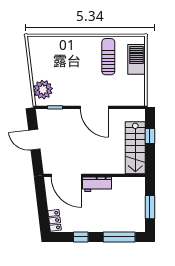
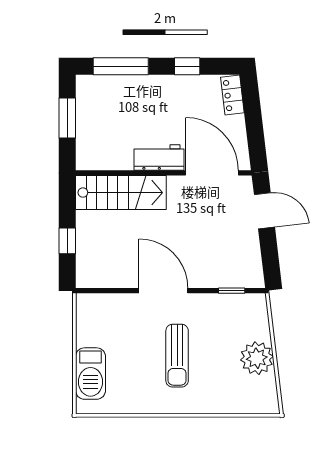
sun lounger: (108, 57) -> (177, 356), moved
plant: (43, 90) -> (257, 358), moved
door: (34, 140) -> (264, 211), moved
stairs: (135, 148) -> (121, 193), moved, turned 90

